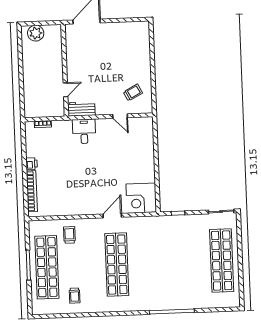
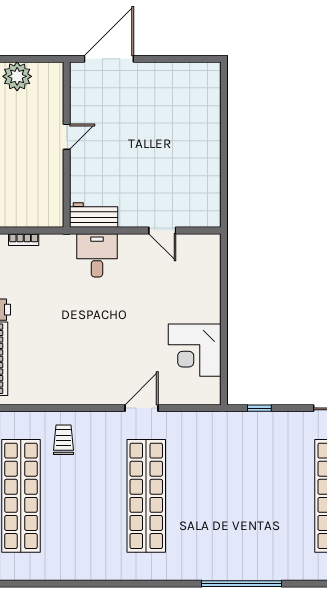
door: (66, 90) -> (67, 137), moved
trolley: (133, 92) -> (187, 189), removed
corner desk: (141, 198) -> (195, 350), moved
trolley: (75, 296) -> (69, 548), removed

